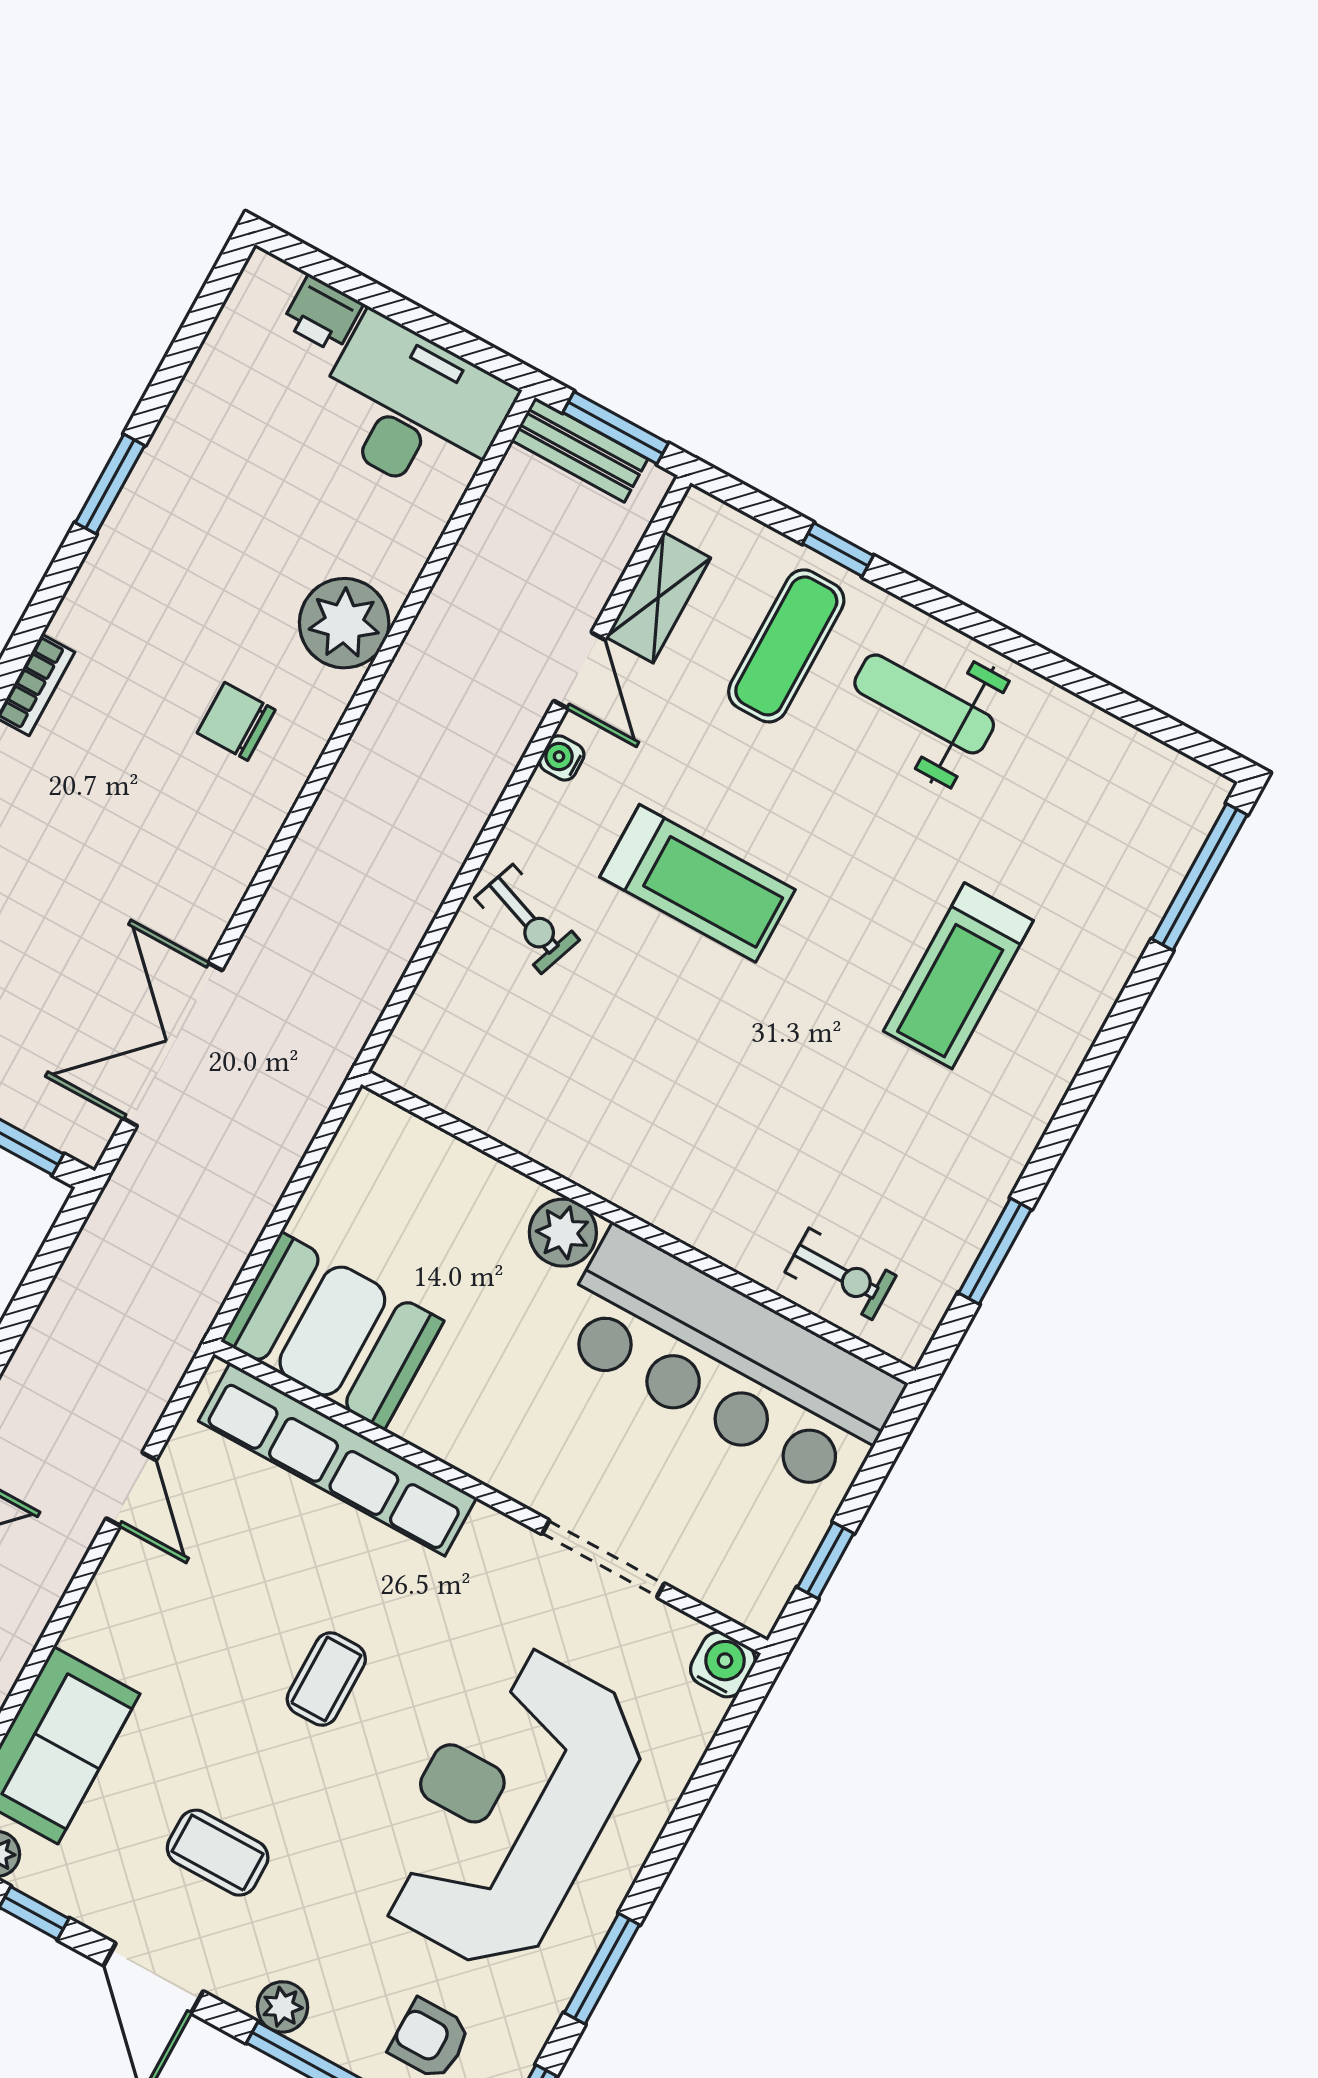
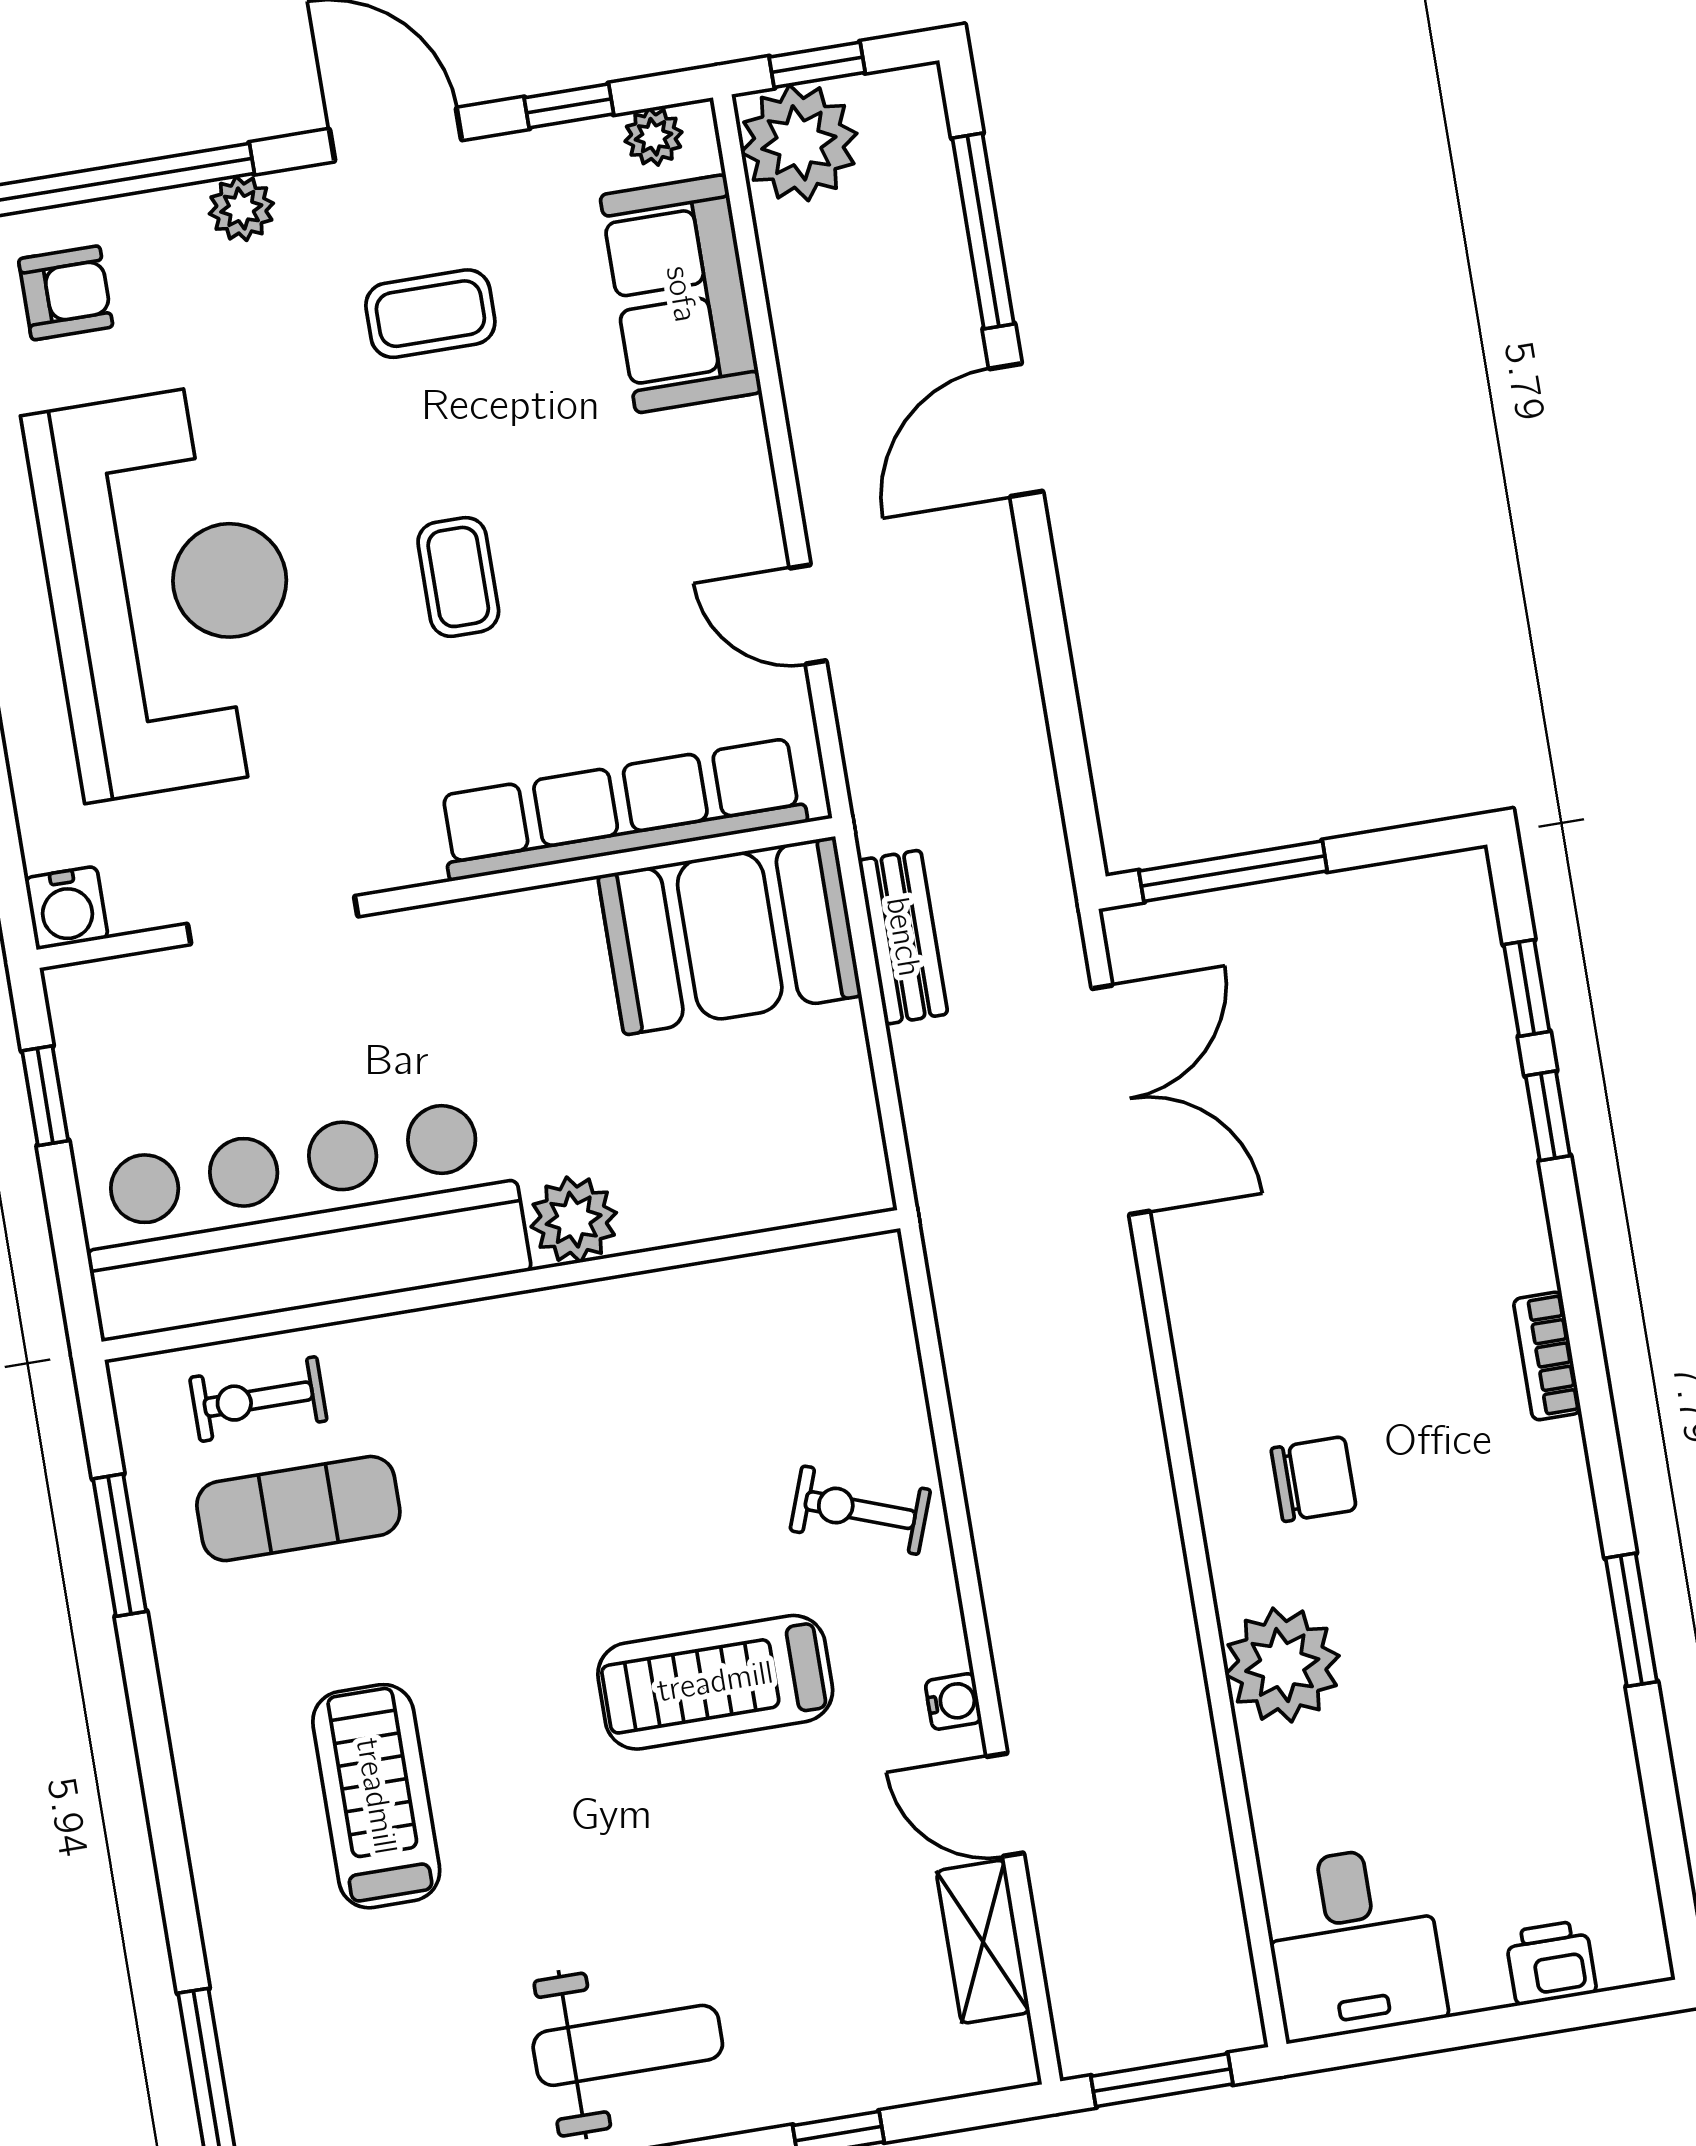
desk: (412, 409) -> (1353, 1942), width x0.73
bench: (580, 450) -> (903, 937), moved, turned 90
exercise mat: (786, 646) -> (298, 1509), moved, turned 90

